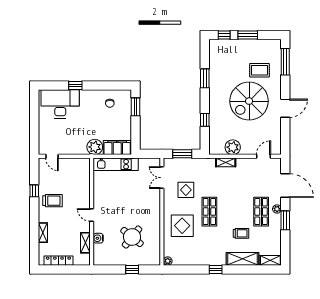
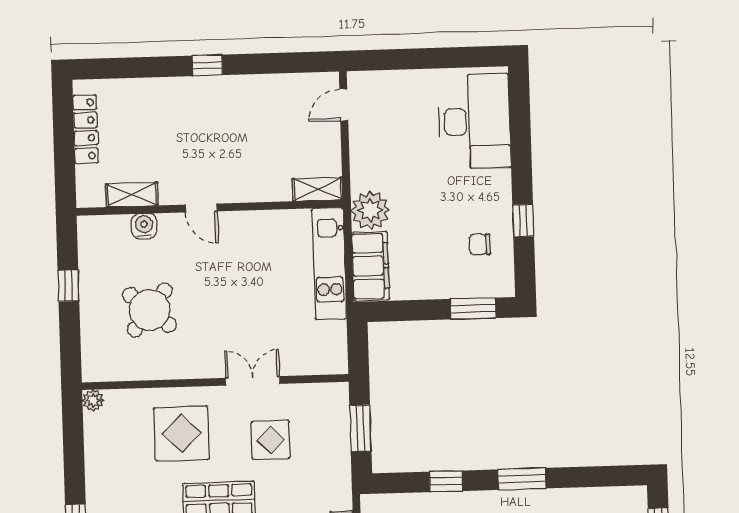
window: (205, 78) -> (522, 479), moved
window: (75, 86) -> (523, 220), moved
double door: (162, 178) -> (253, 381), moved
window: (34, 191) -> (207, 65), moved
trolley: (53, 201) -> (234, 110), removed
door: (92, 215) -> (201, 208), swing flipped
shelving: (43, 233) -> (318, 189), moved
window: (132, 269) -> (68, 286), moved

